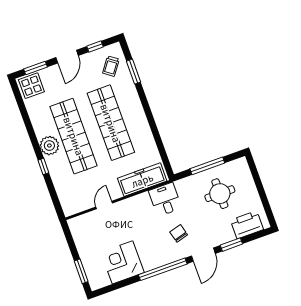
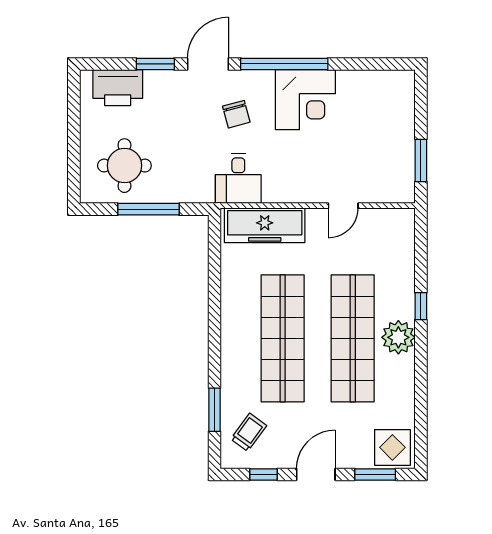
round table: (220, 194) -> (124, 166), moved
corner desk: (123, 262) -> (305, 100), moved
window: (81, 271) -> (421, 160), moved

